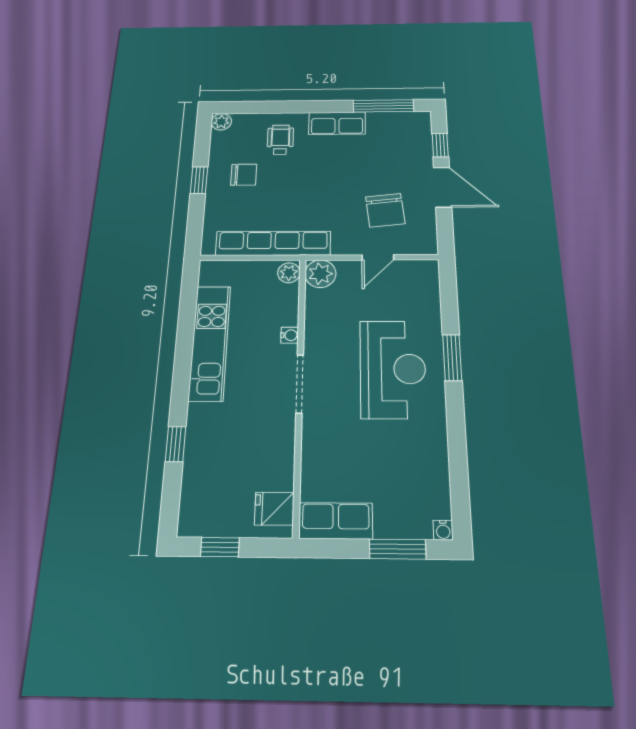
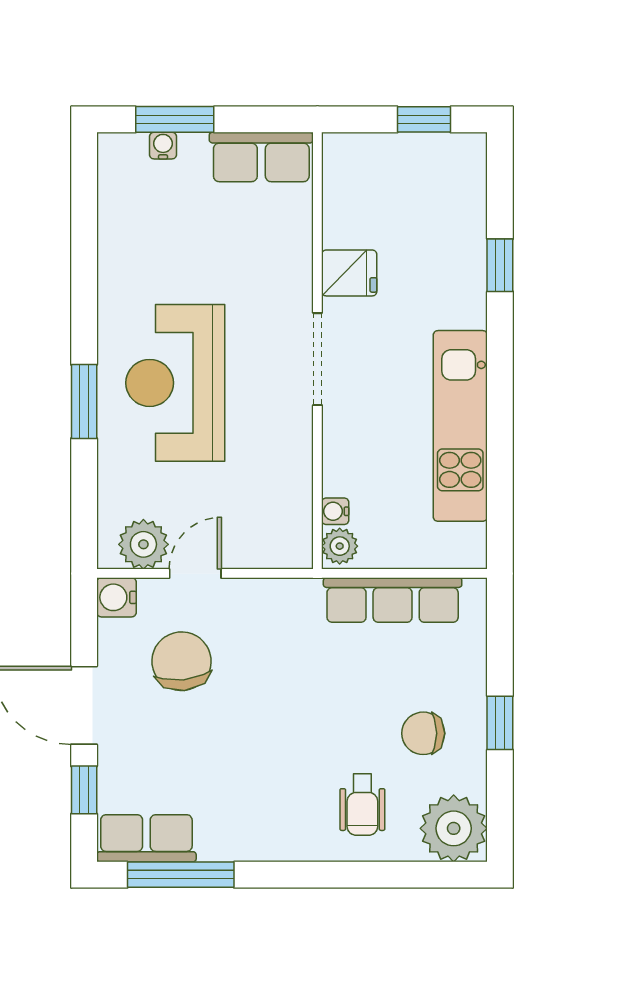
plant: (221, 122) -> (454, 828), width x1.88, depth x1.88
row of seats: (337, 123) -> (146, 838), moved
row of seats: (273, 243) -> (393, 600), width x0.73
water cooler: (426, 244) -> (116, 597), added
plant: (320, 274) -> (143, 544), moved
water cooler: (290, 335) -> (335, 511), moved
fridge: (274, 509) -> (349, 273), moved
water cooler: (443, 530) -> (163, 146), moved

